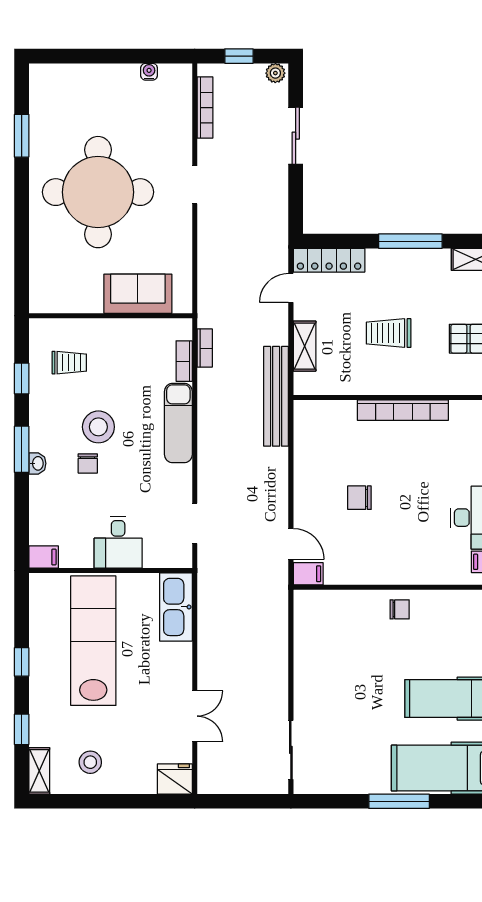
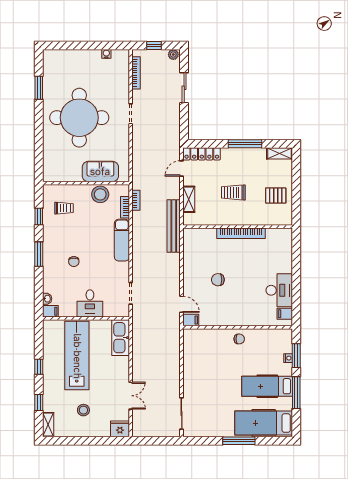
stool: (98, 427) -> (100, 194), moved
washbasin: (37, 463) -> (47, 299), moved
stool: (90, 762) -> (83, 410), moved

